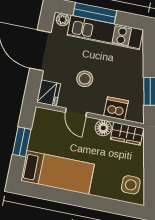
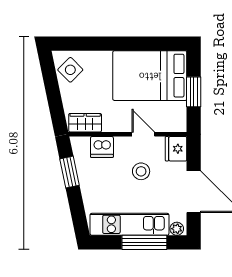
floor lamp: (103, 128) -> (111, 124), removed
bed: (58, 172) -> (150, 76), width x1.50
side table: (131, 185) -> (70, 70), turned 45

